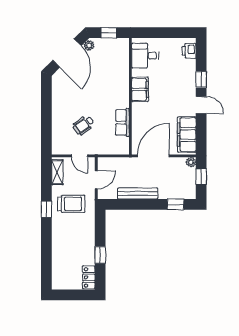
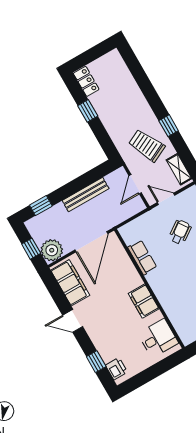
window: (201, 79) -> (96, 362), moved
plant: (191, 162) -> (52, 250), width x1.87, depth x1.87
trolley: (71, 204) -> (147, 145), turned 64

